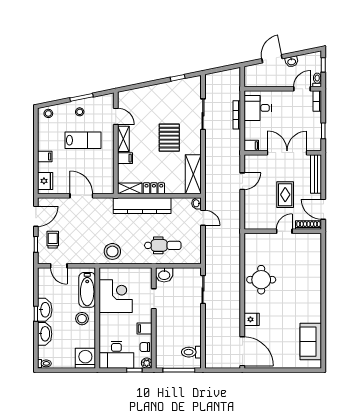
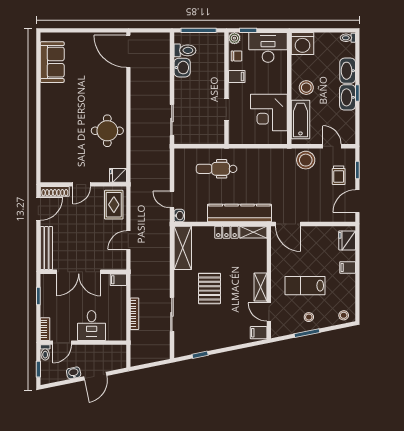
desk: (258, 108) -> (92, 326), moved, turned 90
filing cabinet: (125, 158) -> (259, 333), moved
rug: (285, 195) -> (114, 205), moved
door: (81, 196) -> (288, 224), moved
door: (323, 209) -> (38, 209), hinge flipped
stool: (112, 251) -> (306, 160), moved
washbasin: (164, 275) -> (182, 68), moved, turned 90
fridge: (252, 319) -> (118, 175), moved

